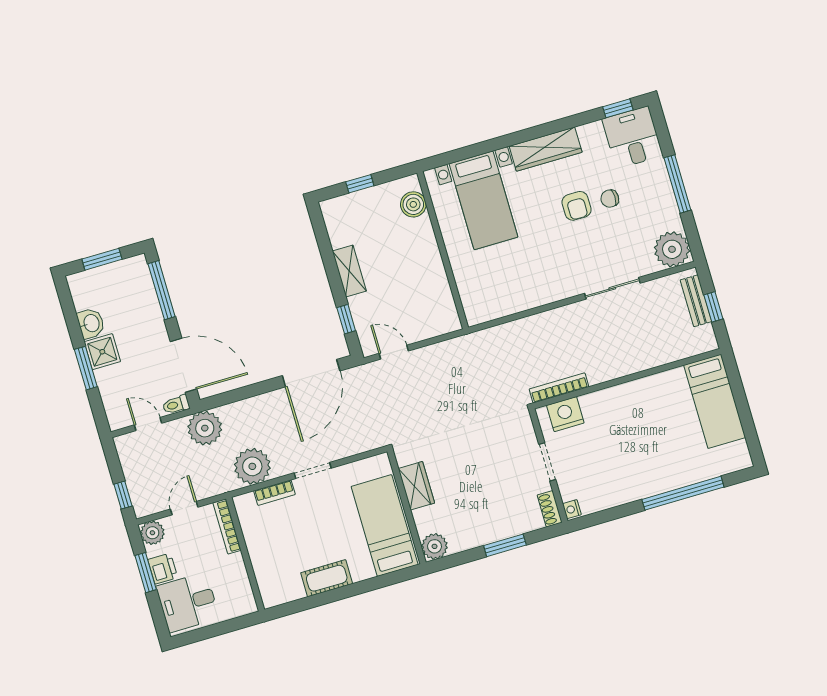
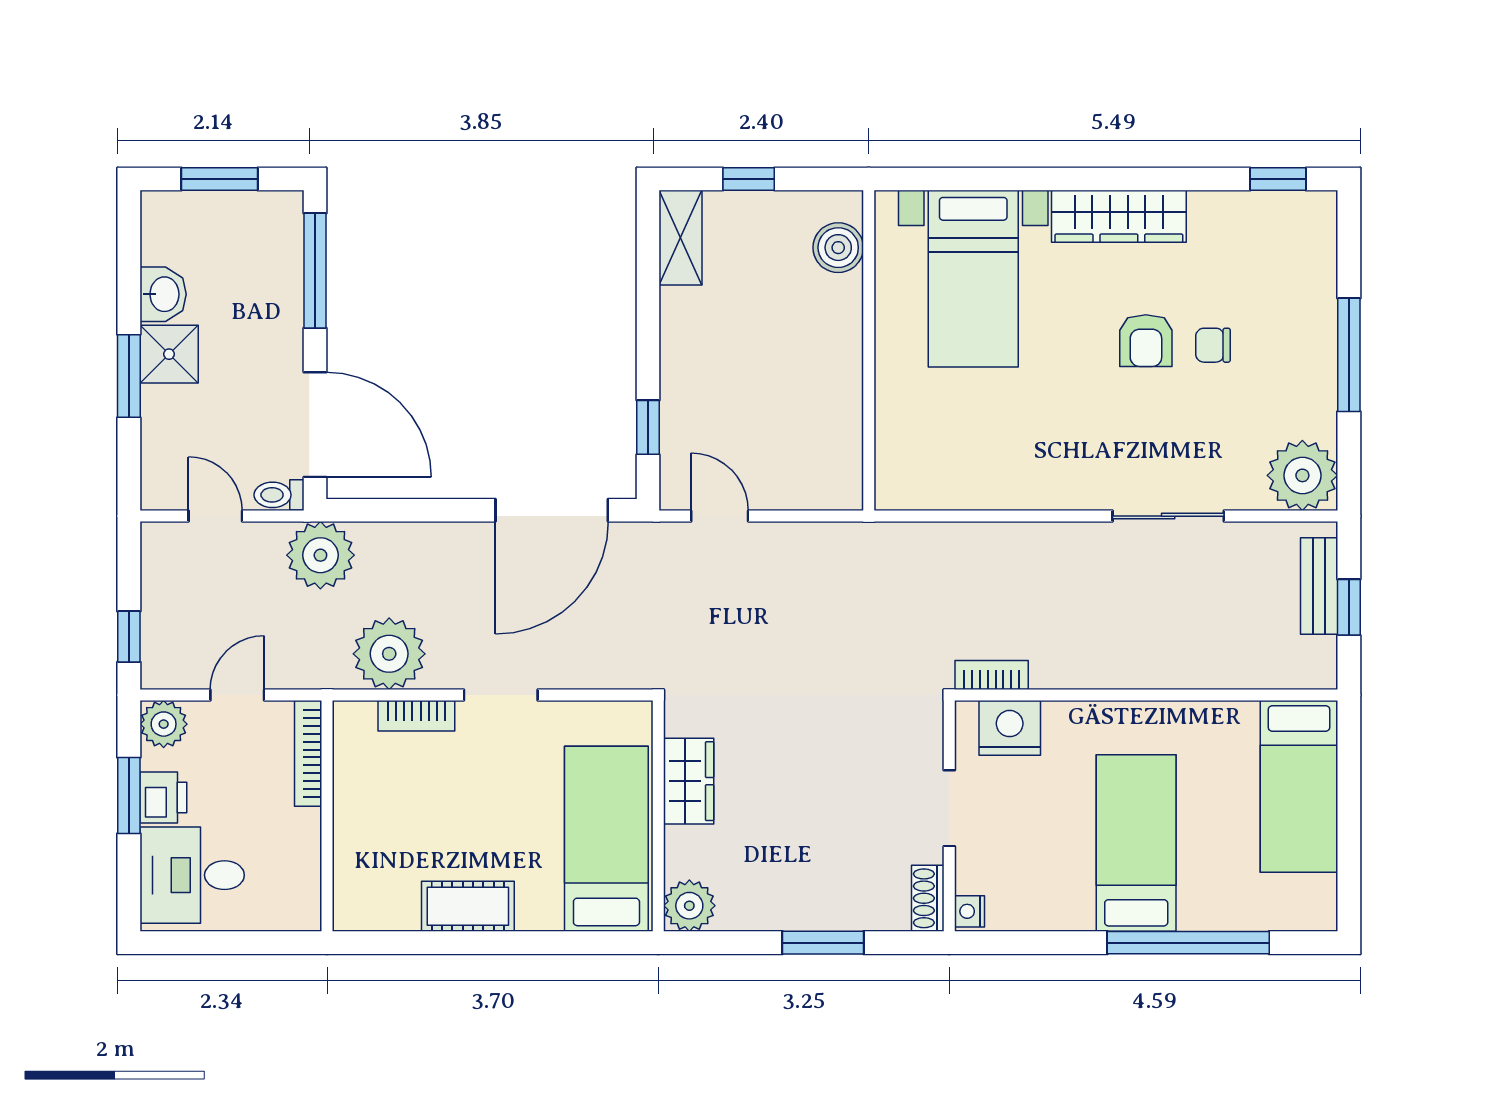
desk: (632, 137) -> (1290, 242), removed
shelving: (349, 271) -> (681, 238), moved
bookcase: (559, 388) -> (992, 675), width x0.64
bed: (643, 452) -> (1136, 843), added

